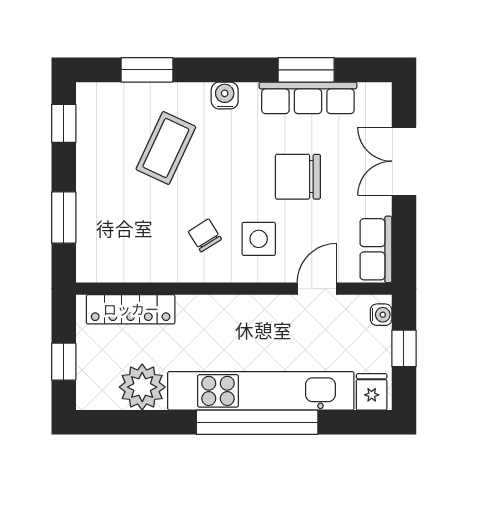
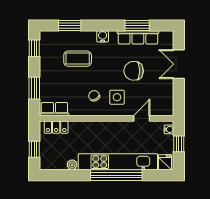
coffee table: (166, 148) -> (78, 59), turned 65
row of seats: (376, 249) -> (54, 109), moved, turned 90
locker: (131, 309) -> (56, 127), width x0.66
plant: (142, 387) -> (72, 165), width x0.53, depth x0.53

